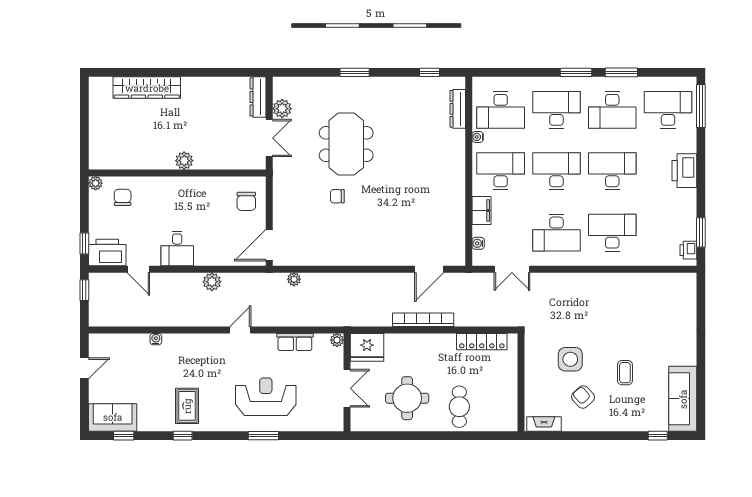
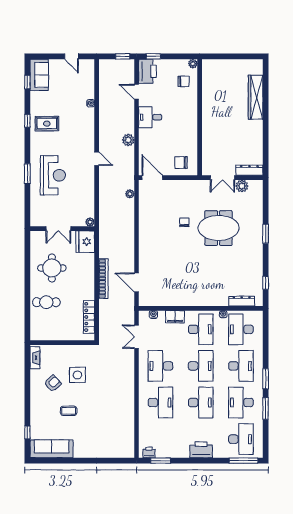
plant: (184, 161) -> (208, 122), removed
door: (138, 269) -> (136, 92), hinge flipped
row of seats: (295, 342) -> (89, 194), removed

